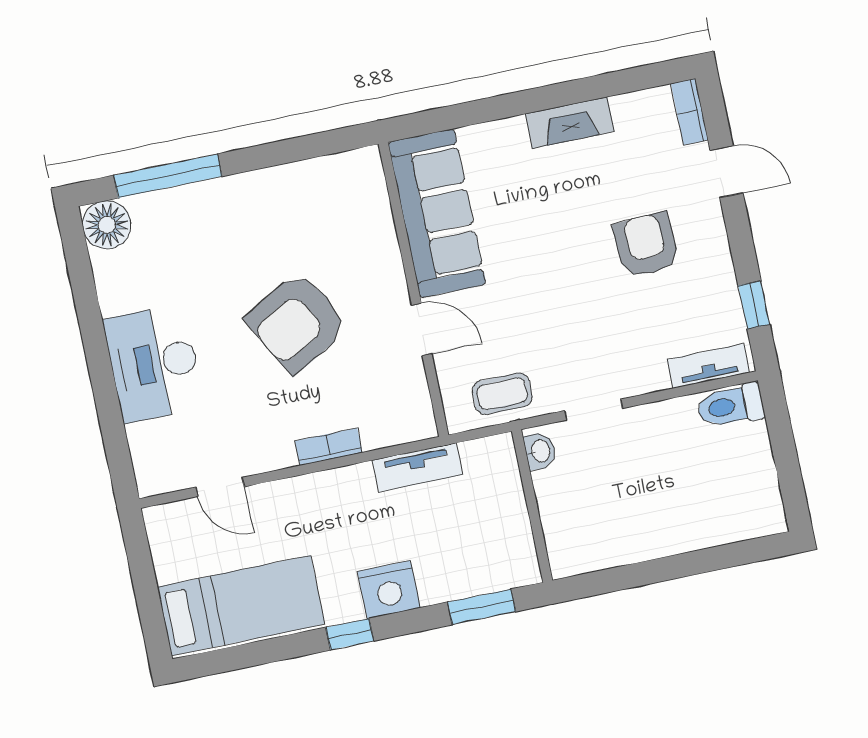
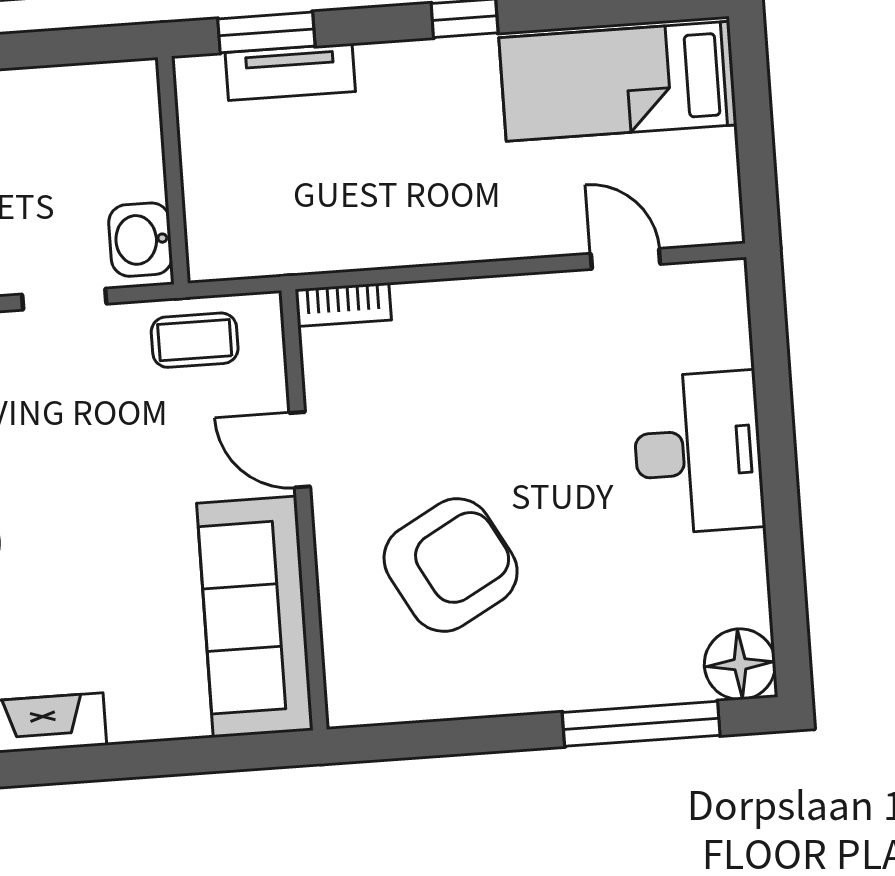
armchair: (297, 322) -> (451, 565), moved
bookcase: (329, 447) -> (343, 305), moved
washbasin: (540, 451) -> (140, 240), width x1.38, depth x1.45
tv unit: (418, 467) -> (290, 72), moved, turned 180
nightstand: (389, 590) -> (399, 76), removed

